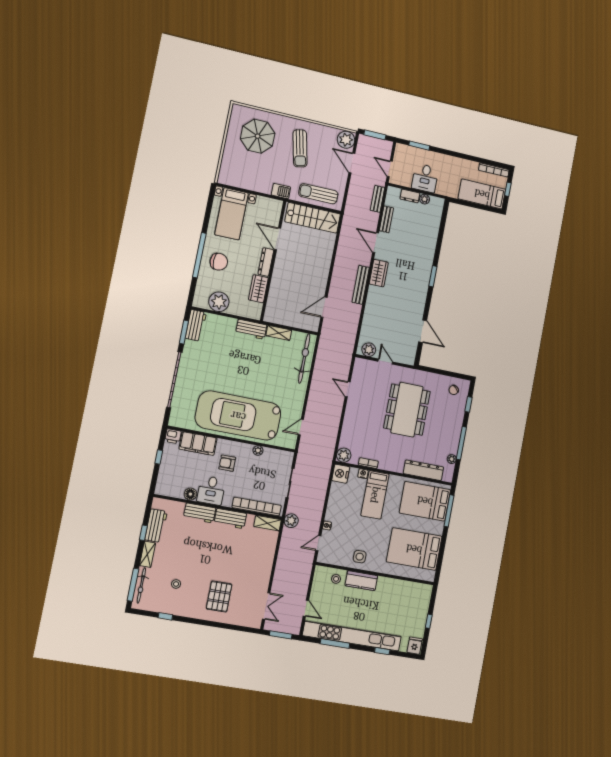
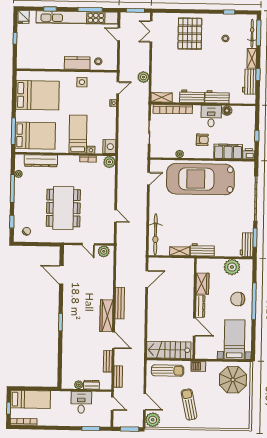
parasol: (258, 136) -> (233, 380), moved
wardrobe: (379, 273) -> (106, 316), width x1.50
car: (238, 416) -> (200, 179), turned 180
plant: (291, 521) -> (143, 77), moved
pallet: (219, 596) -> (190, 34), width x1.37, depth x1.41

